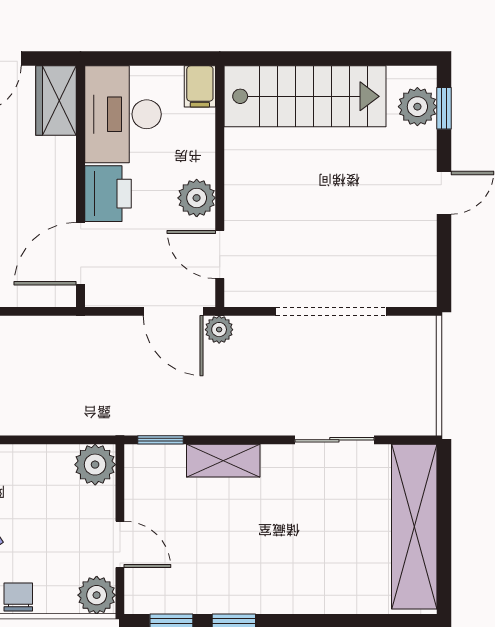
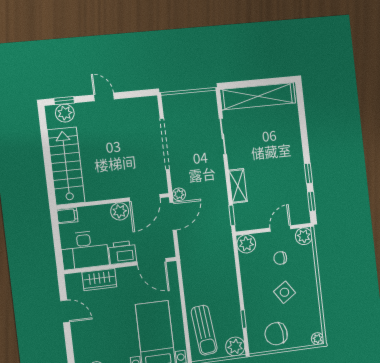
wardrobe: (56, 101) -> (99, 280), moved
door: (220, 255) -> (145, 198), width x1.38
chair: (18, 597) -> (280, 258), moved

